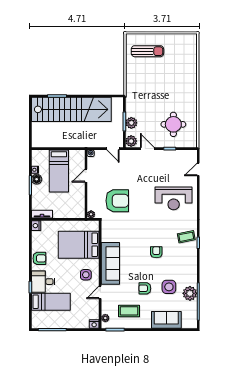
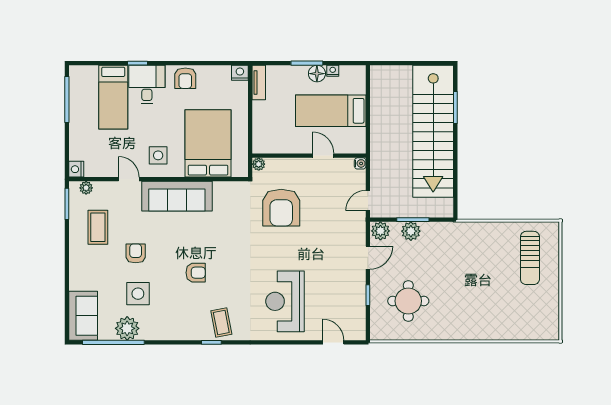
sofa: (166, 320) -> (83, 316), moved

